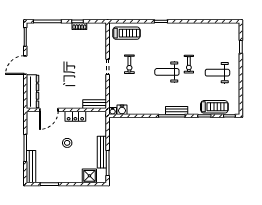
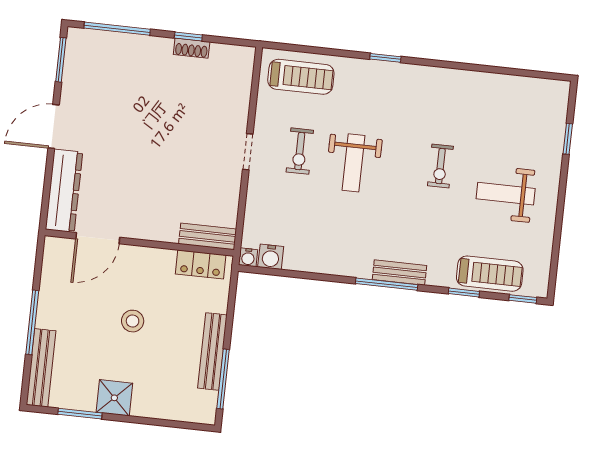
weight bench: (167, 72) -> (354, 163), moved, turned -90
locker: (75, 116) -> (201, 265), moved
shower: (89, 176) -> (114, 398), moved

